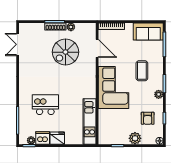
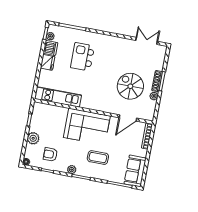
kitchen island: (45, 105) -> (83, 57), turned 180

